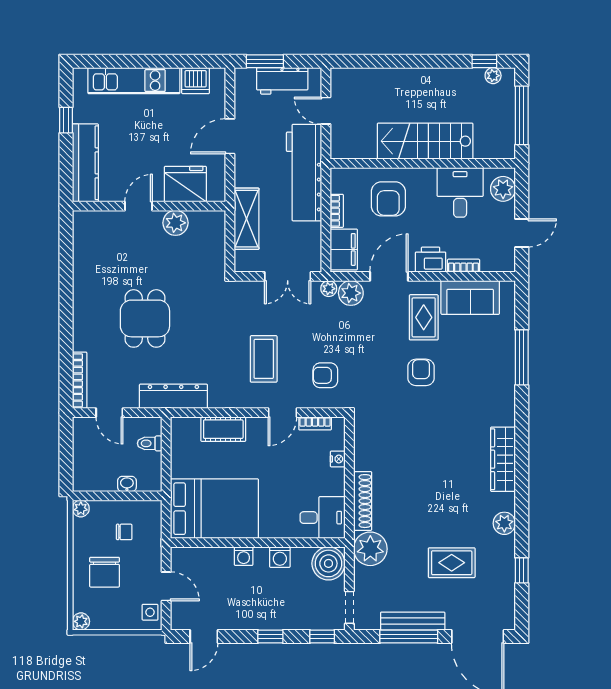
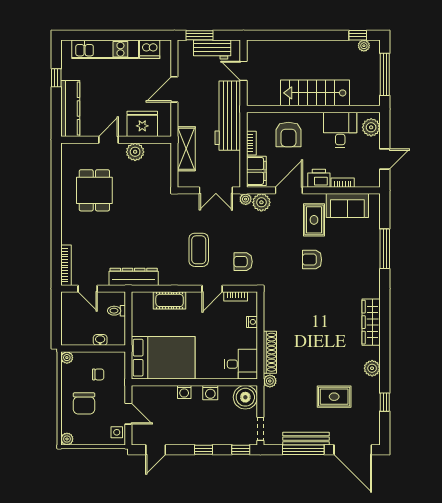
dining table: (145, 318) -> (94, 190), moved
armchair: (421, 372) -> (312, 260), turned -90
plant: (370, 549) -> (270, 381), width x0.53, depth x0.53

